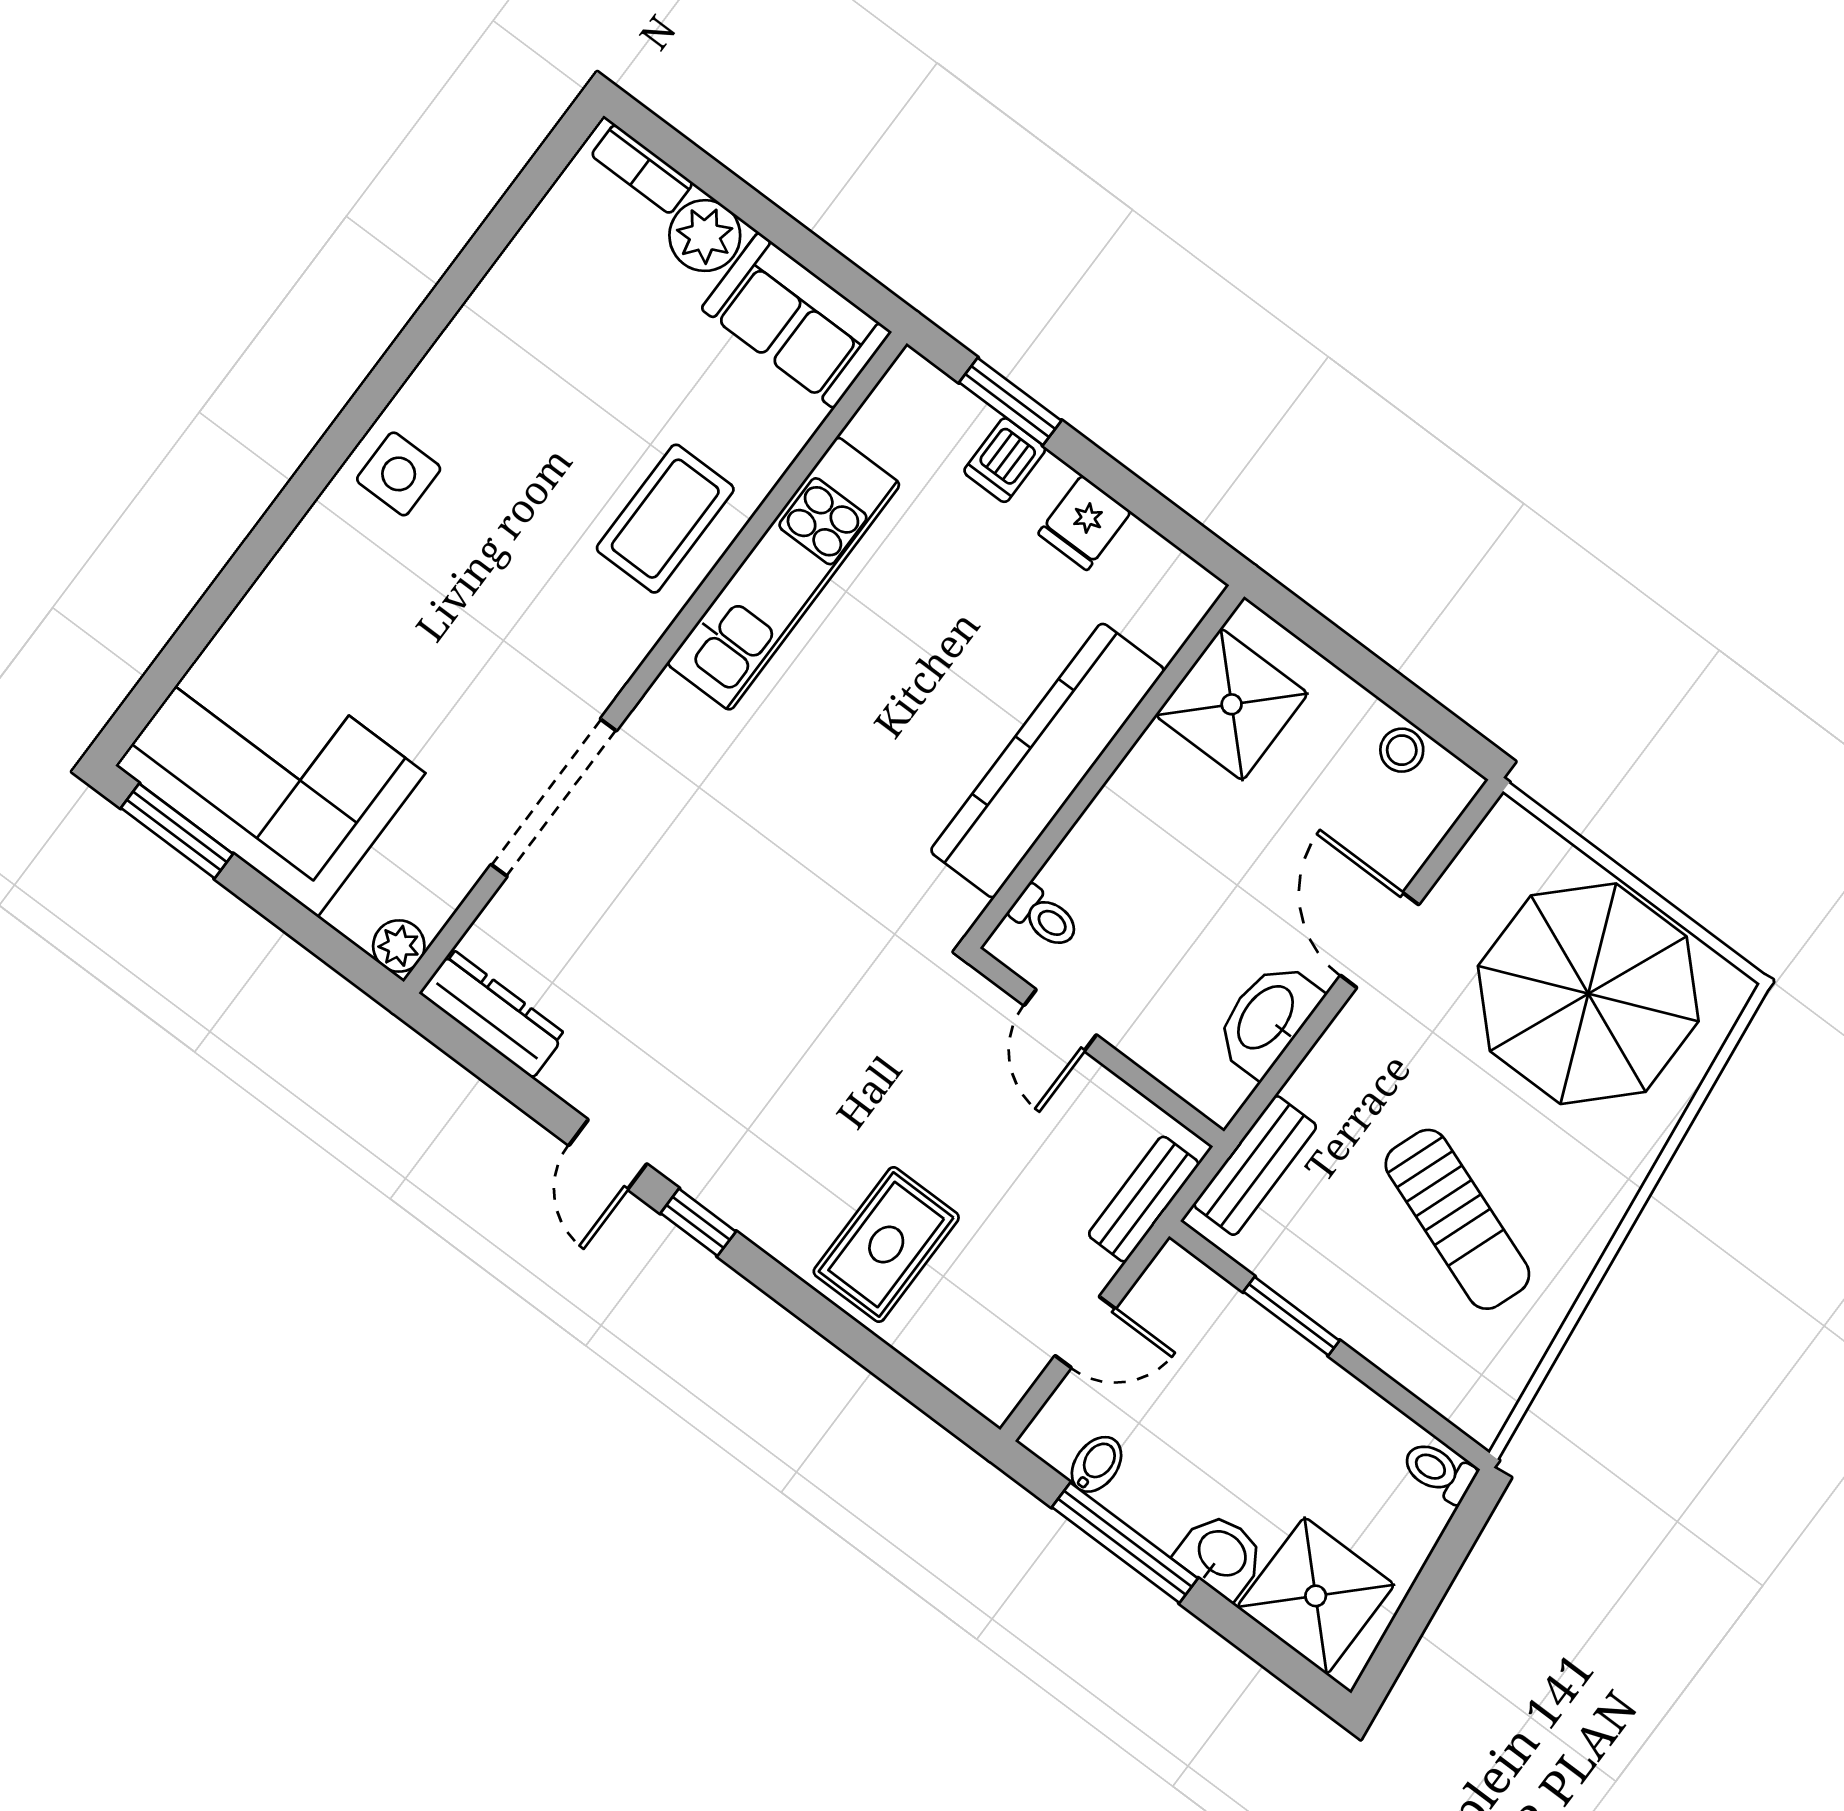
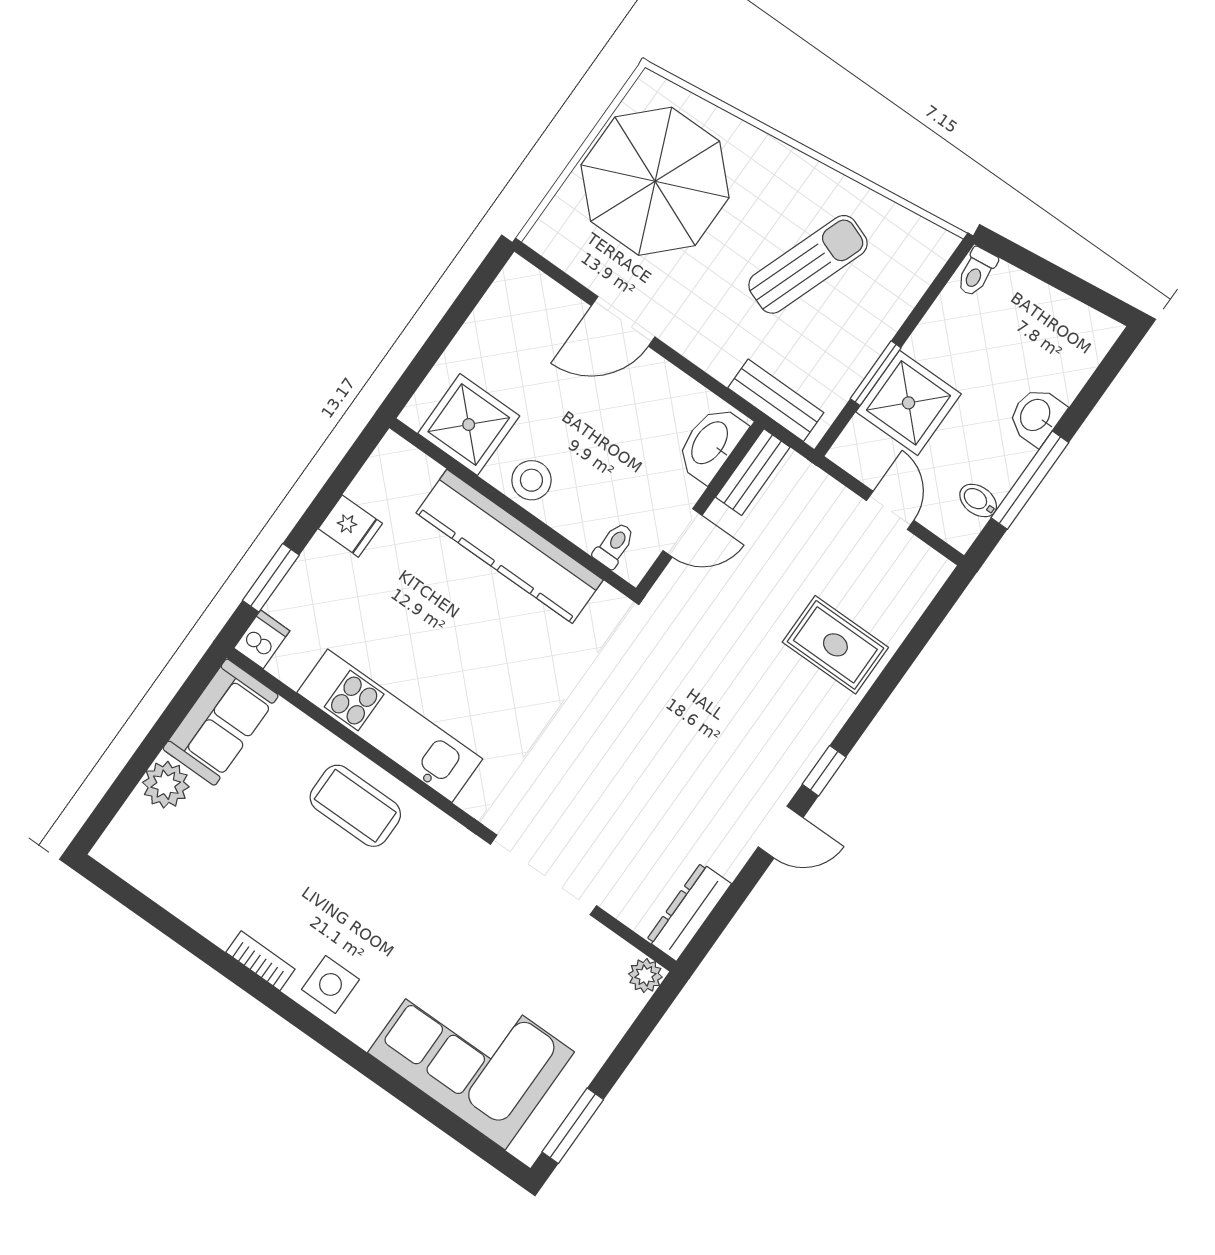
bookcase: (642, 169) -> (260, 961), moved, turned -90
dishwasher: (1005, 460) -> (262, 639), moved, turned -90
stool: (1402, 750) -> (531, 480), moved, width x1.37, depth x1.37
corner sofa: (270, 769) -> (471, 1052), moved, turned 90
washbasin: (1267, 1018) -> (711, 444), moved, turned 90
bench: (1144, 1199) -> (753, 472), moved, turned 90
shower: (1316, 1596) -> (909, 403), moved

